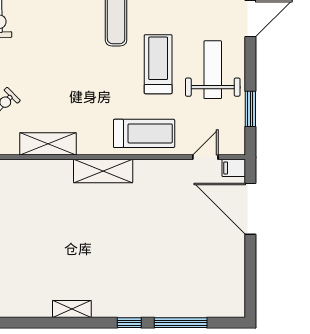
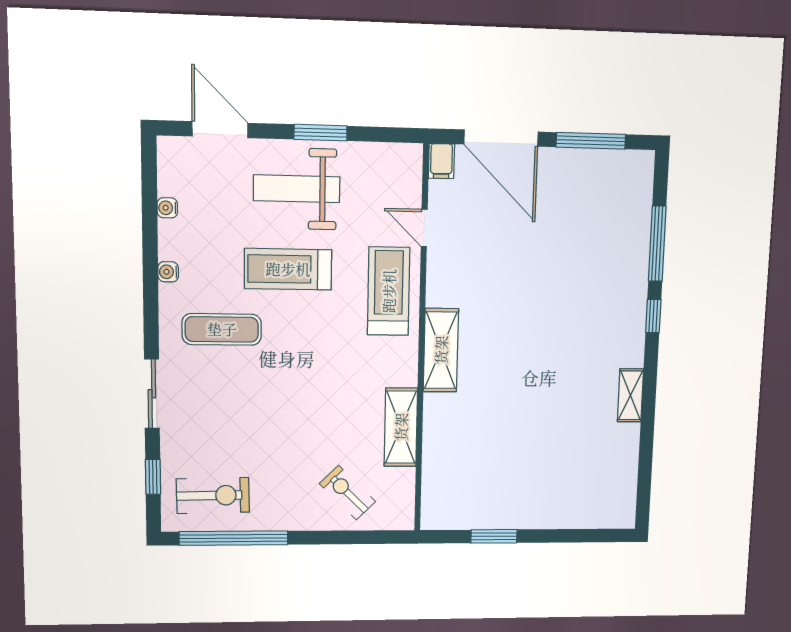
window: (250, 109) -> (321, 133), moved
door: (205, 157) -> (424, 228), moved
door: (250, 209) -> (501, 138), hinge flipped
window: (250, 272) -> (591, 141), added

